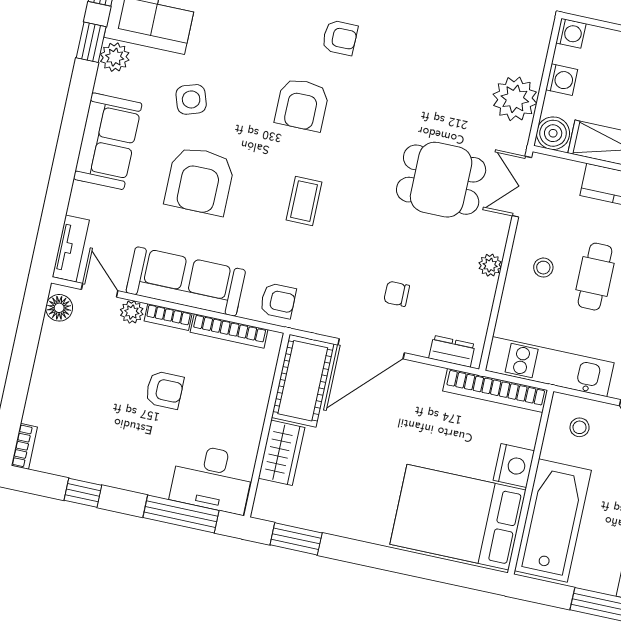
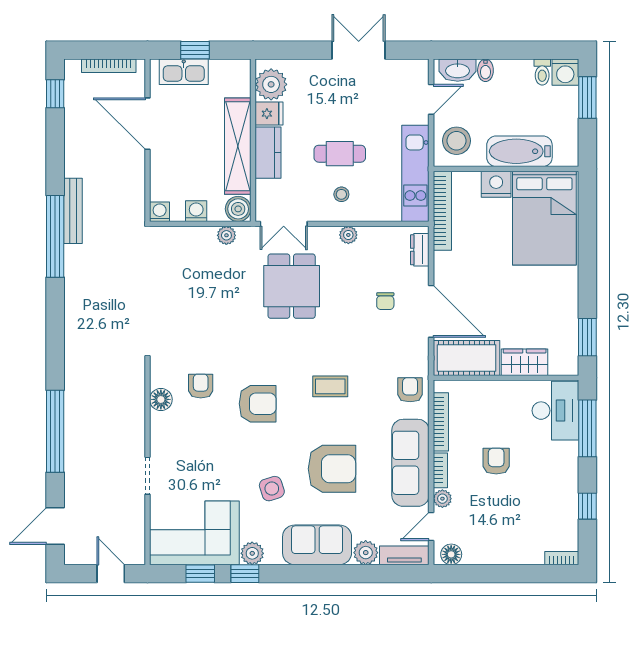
plant: (515, 99) -> (226, 235), width x0.53, depth x0.53
plant: (85, 200) -> (366, 553), added
stool: (580, 427) -> (456, 141), width x1.89, depth x1.89
bathtub: (553, 520) -> (519, 151), width x0.73, depth x0.73

